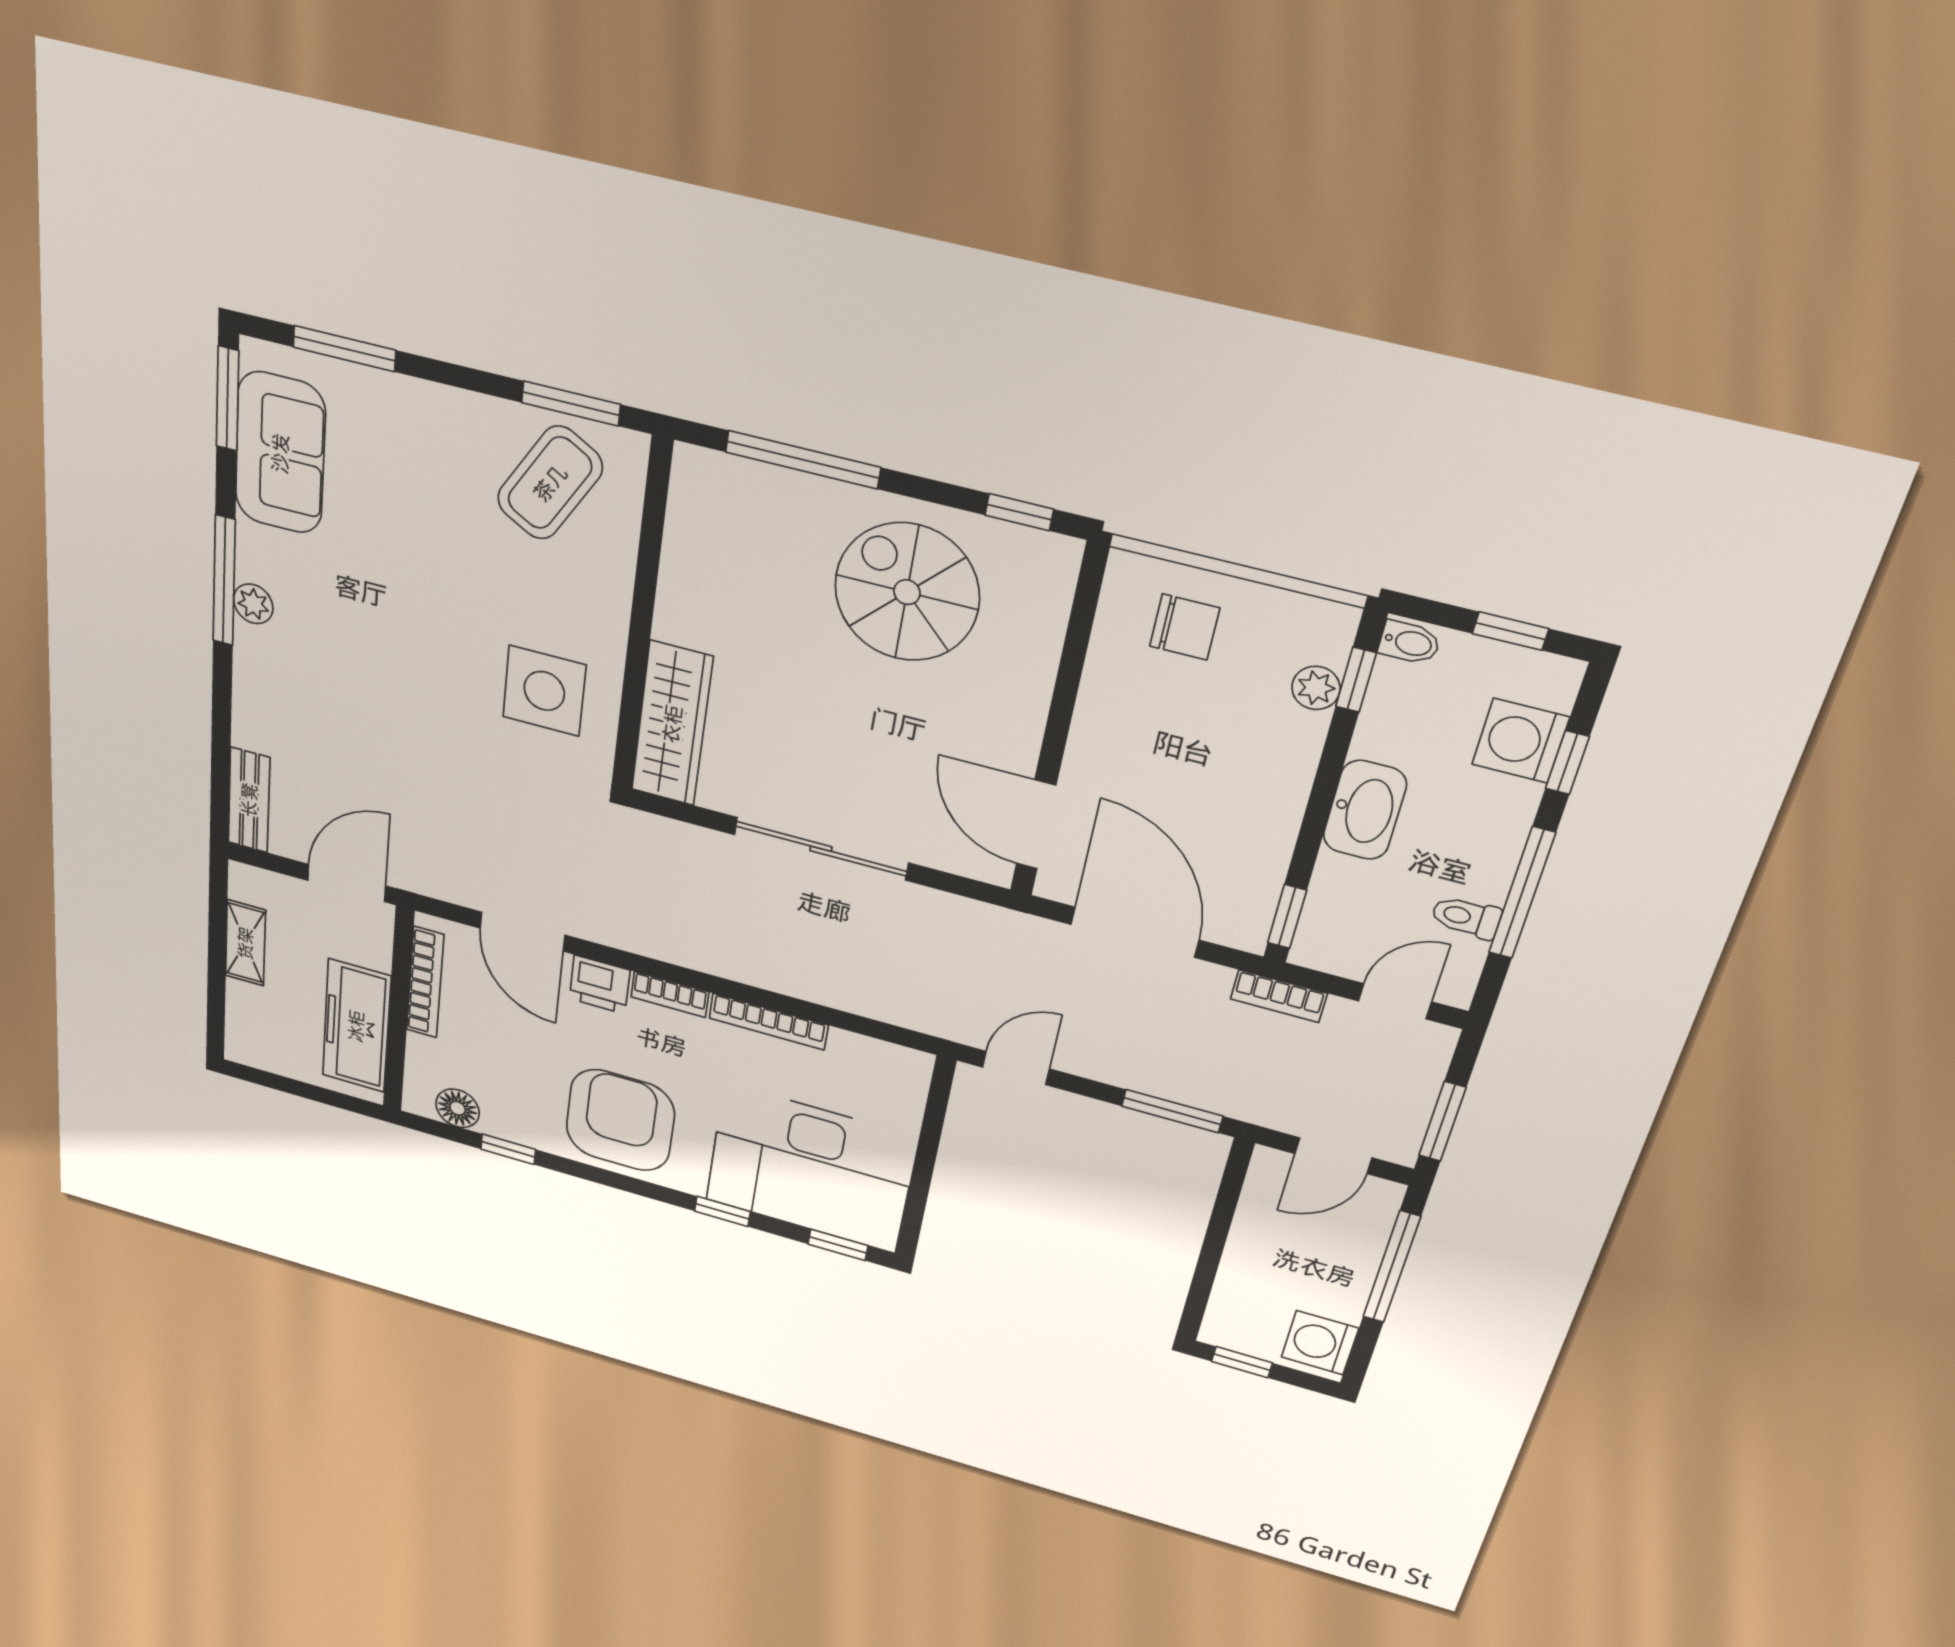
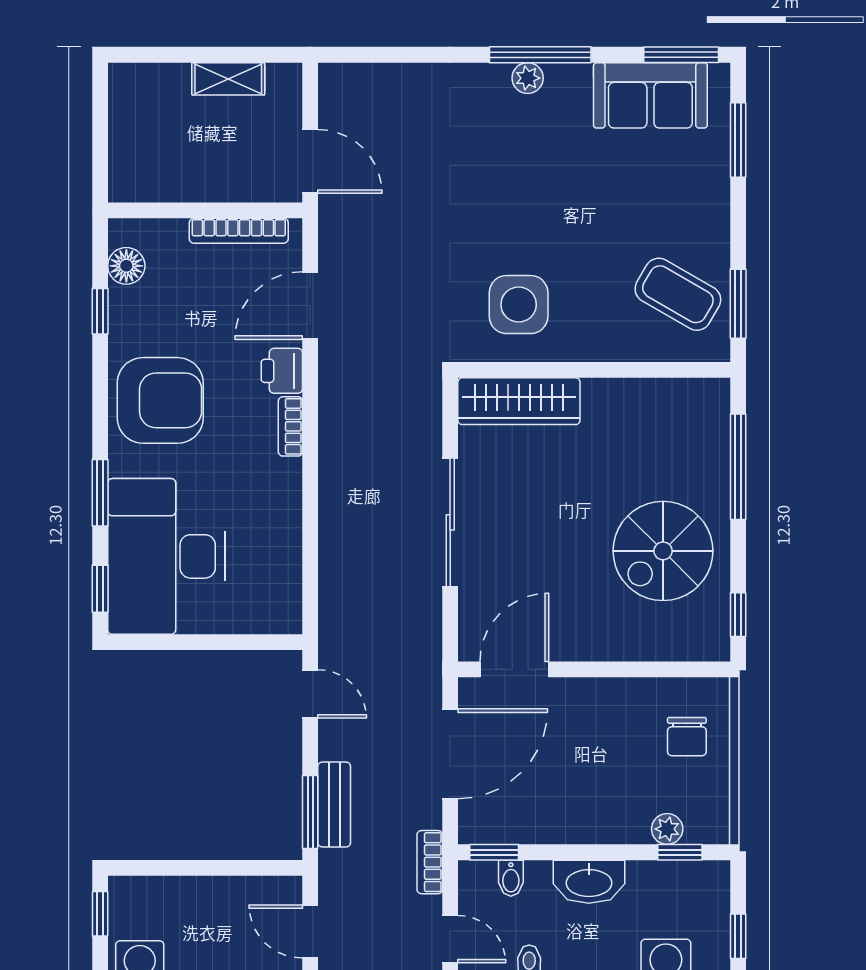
spiral stairs: (907, 592) -> (663, 551), turned 180
bidet: (1409, 643) -> (511, 878), moved
bench: (249, 800) -> (334, 804), moved, turned 90
bookcase: (769, 1022) -> (291, 505), removed
freezer: (356, 1026) -> (179, 176), removed
window: (722, 1211) -> (100, 493), width x1.50

